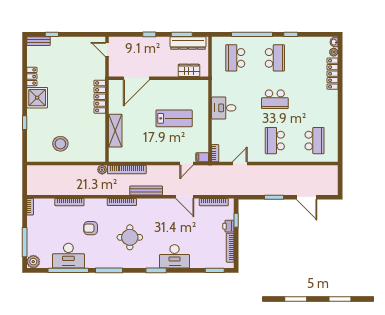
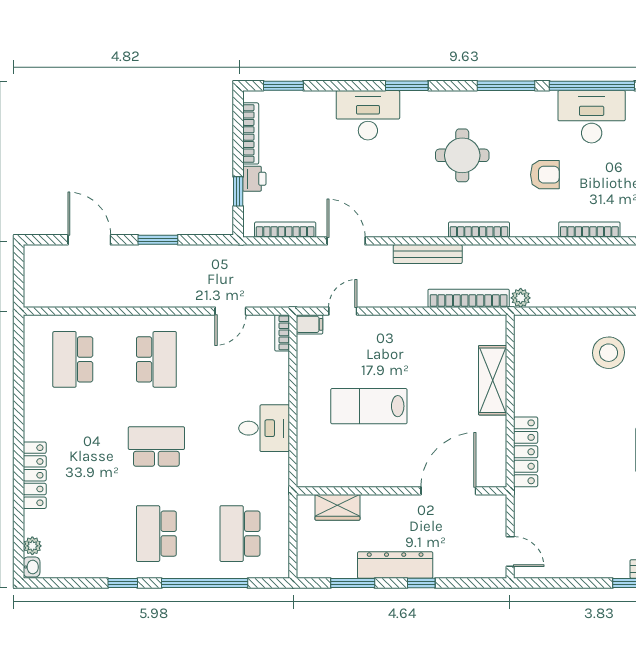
dresser: (188, 43) -> (395, 565), moved
school desk: (235, 58) -> (240, 534), turned 180
locker: (333, 74) -> (35, 475), moved

